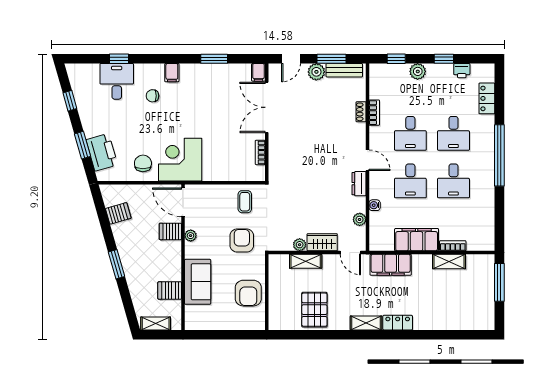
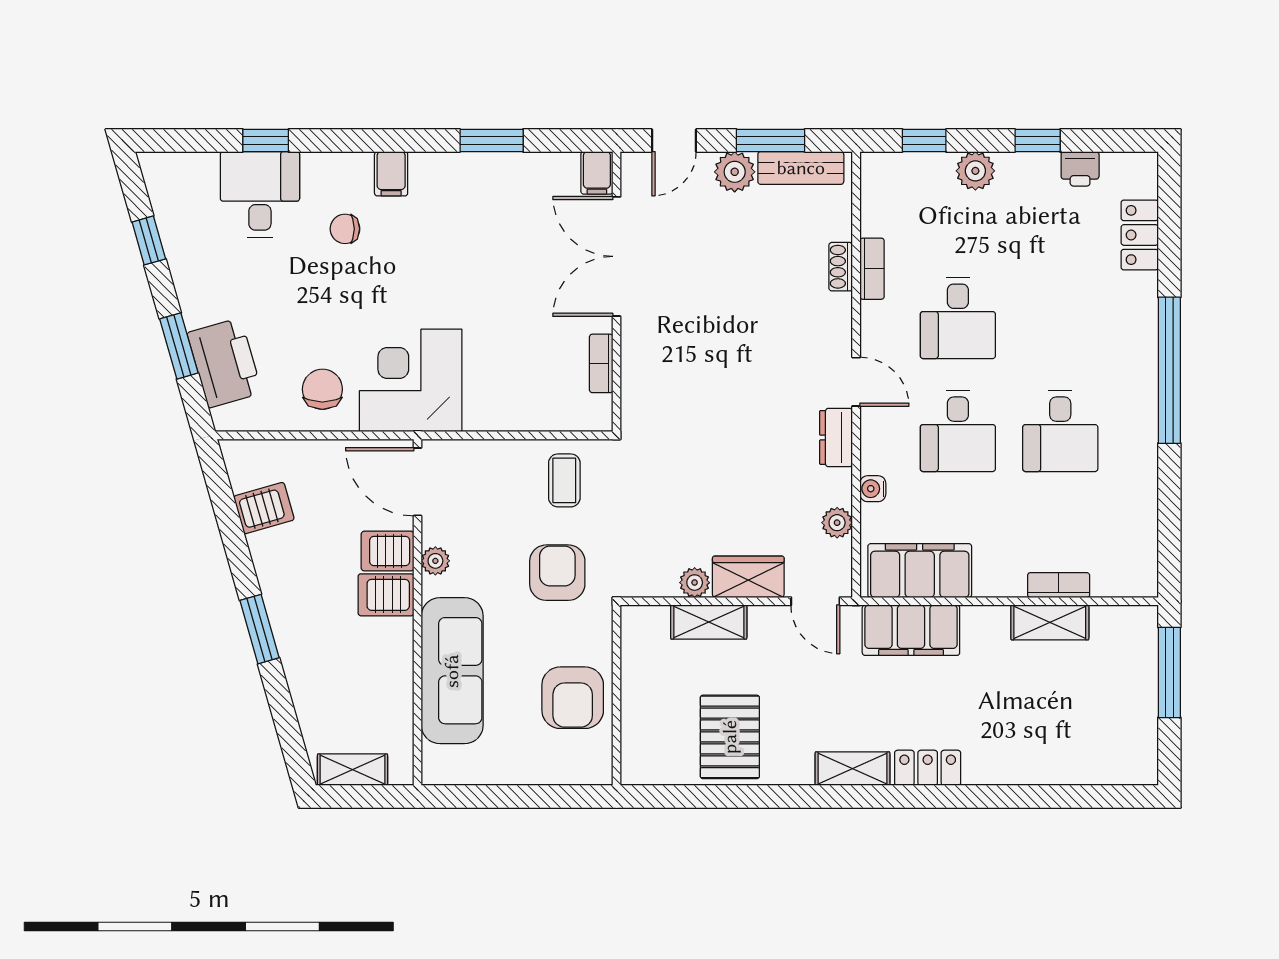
desk: (453, 133) -> (1060, 318), removed
filing cabinet: (417, 240) -> (920, 571), moved
sofa: (198, 282) -> (452, 671), width x1.36
server rack: (170, 290) -> (386, 595), moved

